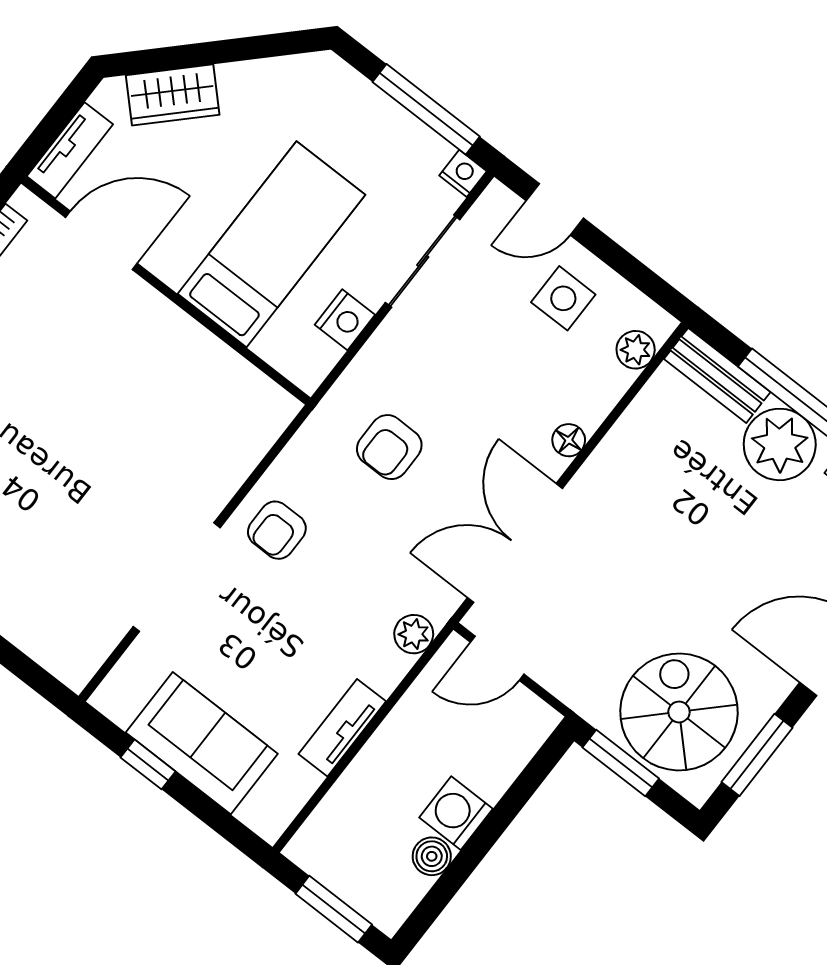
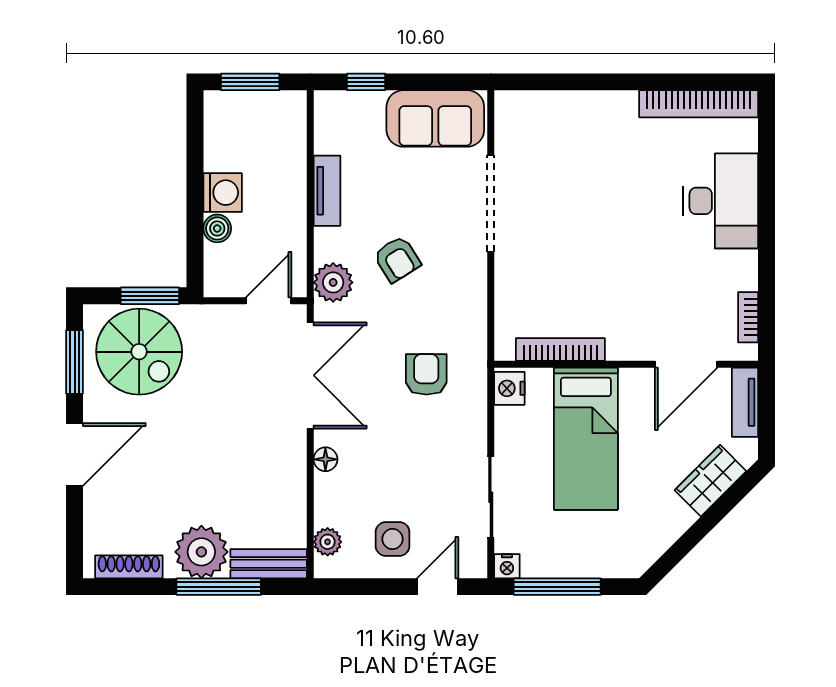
nightstand: (345, 320) -> (509, 388), moved
bookcase: (224, 362) -> (560, 350), added
armchair: (277, 530) -> (397, 259), moved, turned 148
plant: (414, 634) -> (333, 282), width x1.38, depth x1.38
sofa: (202, 743) -> (435, 118), moved
window: (148, 764) -> (366, 82), moved
boiler: (432, 856) -> (217, 228), moved

